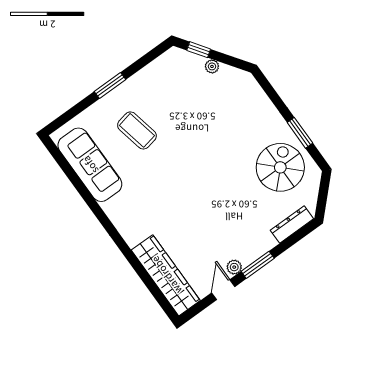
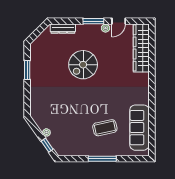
window: (110, 85) -> (102, 159), width x1.44
coffee table: (137, 130) -> (105, 128), turned 90
spiral stairs: (280, 167) -> (83, 65), moved

